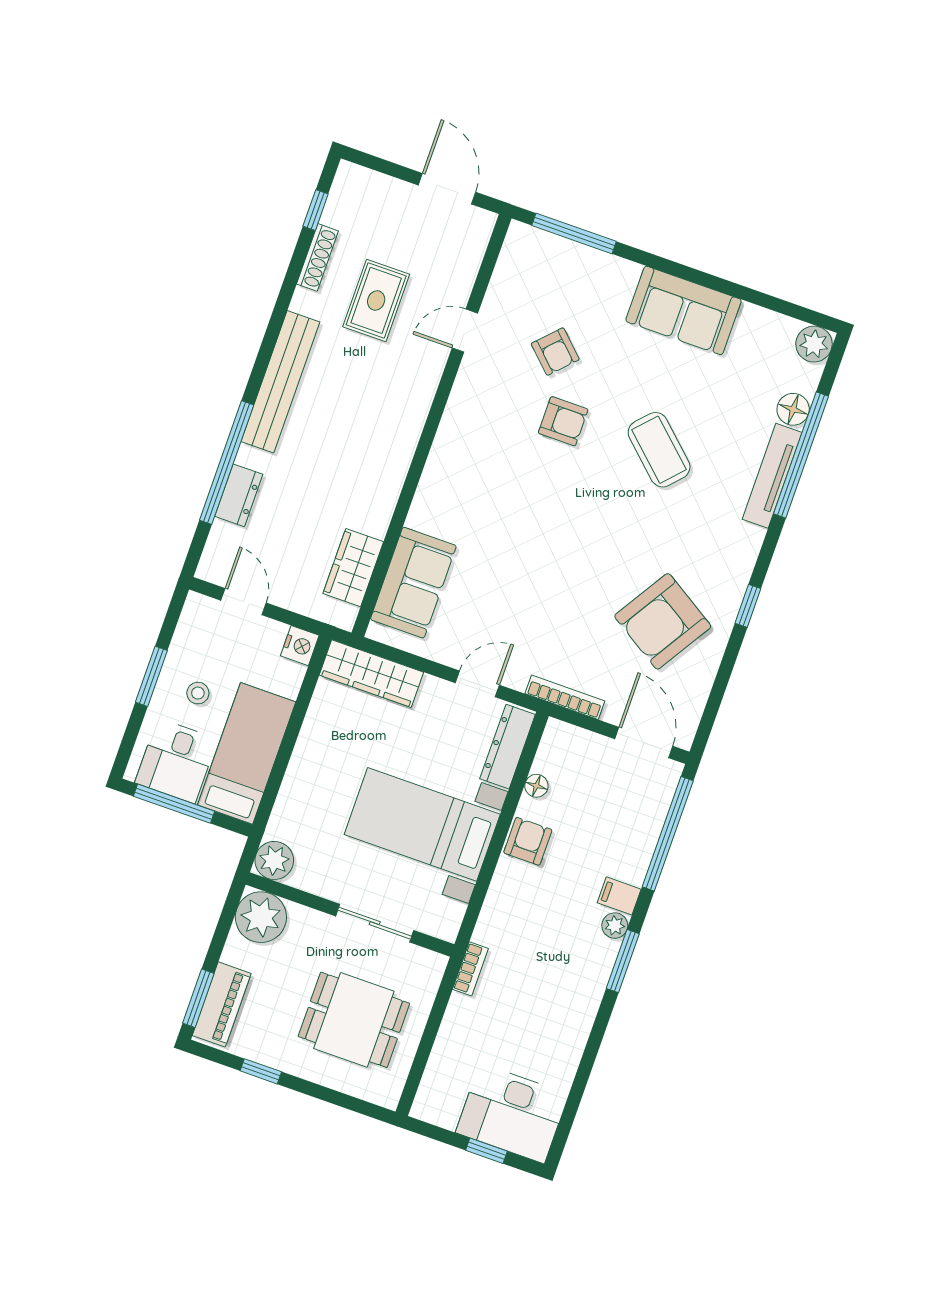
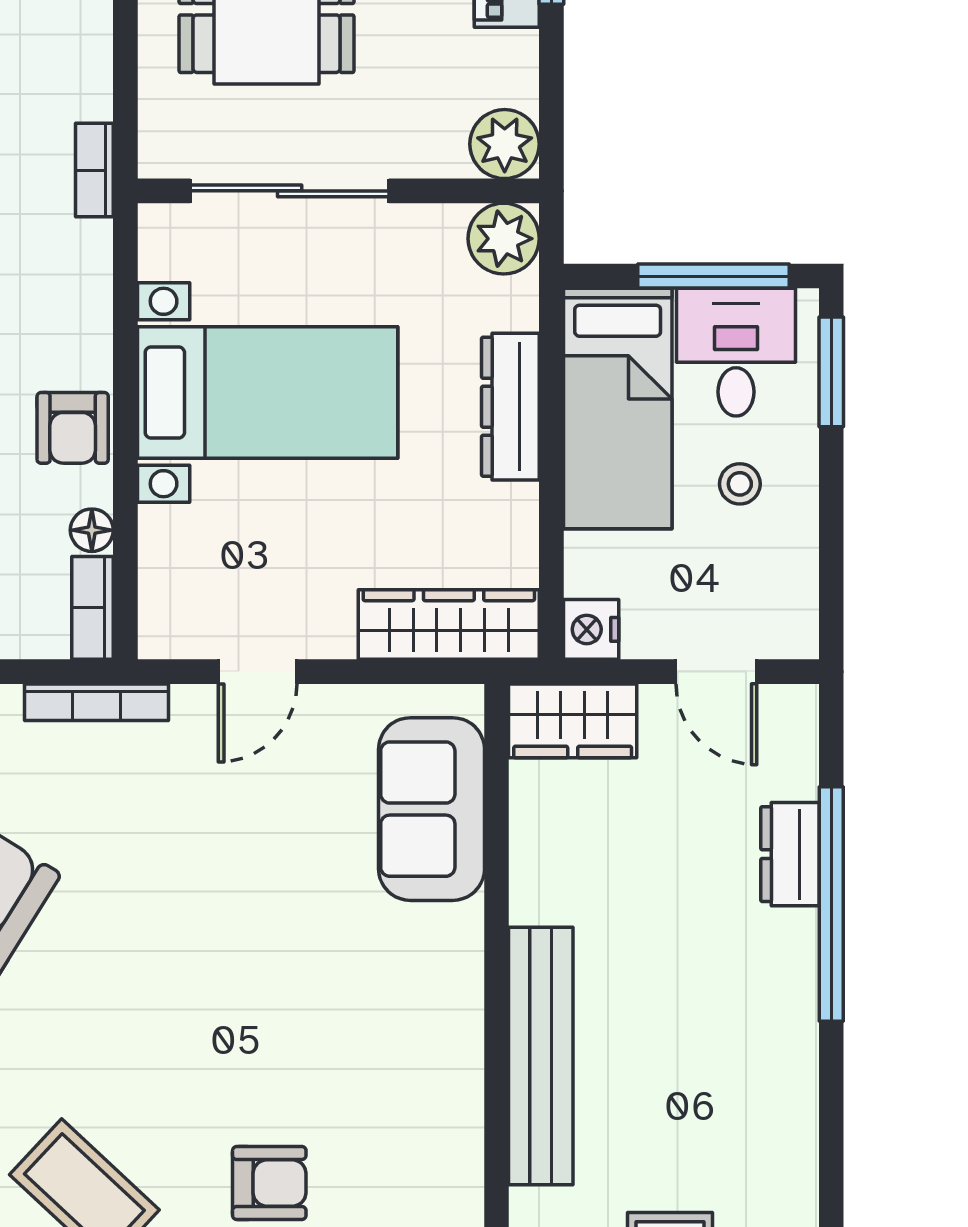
bench: (280, 382) -> (541, 1056), moved
armchair: (563, 421) -> (269, 1183), turned 180
wardrobe: (353, 568) -> (573, 721), moved, turned 90
window: (151, 676) -> (831, 372), moved
bookcase: (550, 746) -> (93, 608), added
dresser: (508, 747) -> (510, 407), moved, turned 180
plant: (261, 917) -> (505, 144), width x0.73, depth x0.73
sliding door: (375, 923) -> (290, 191), width x1.37

